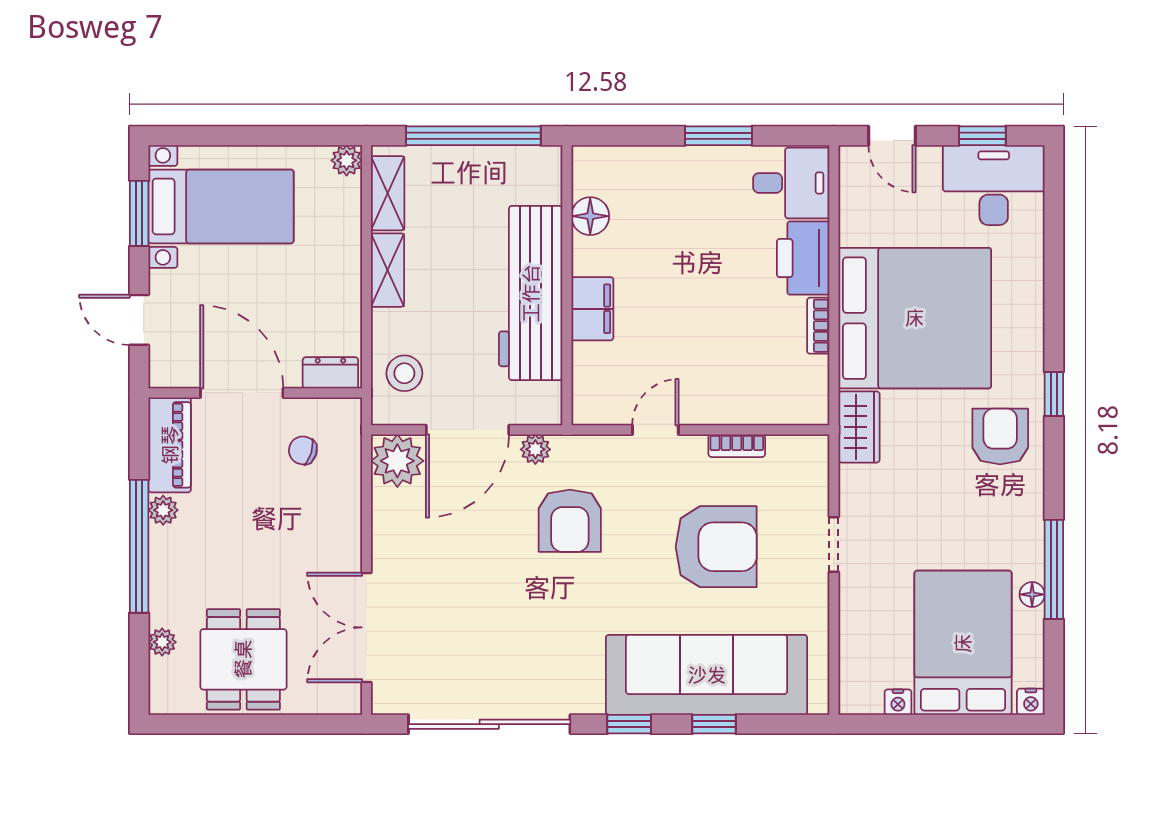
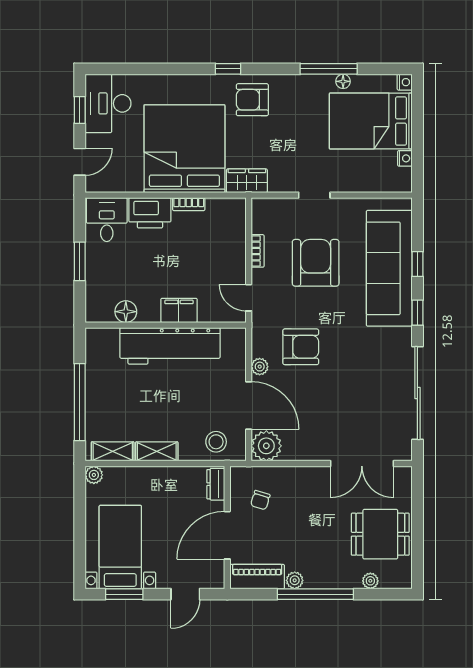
floor lamp: (590, 216) -> (126, 312), moved
wall: (567, 285) -> (166, 325), moved
workbench: (531, 293) -> (170, 346), moved
filing cabinet: (592, 309) -> (179, 310), moved

